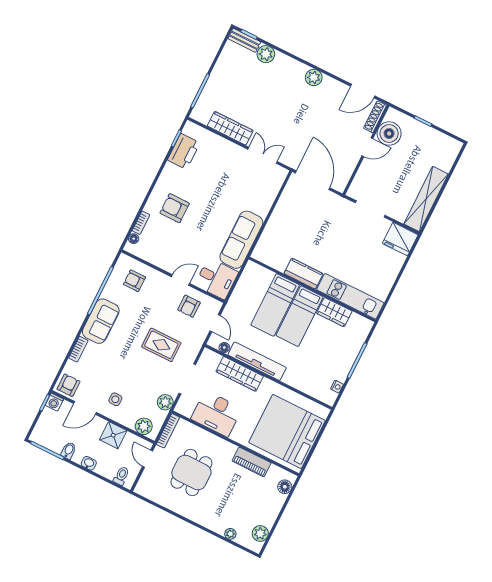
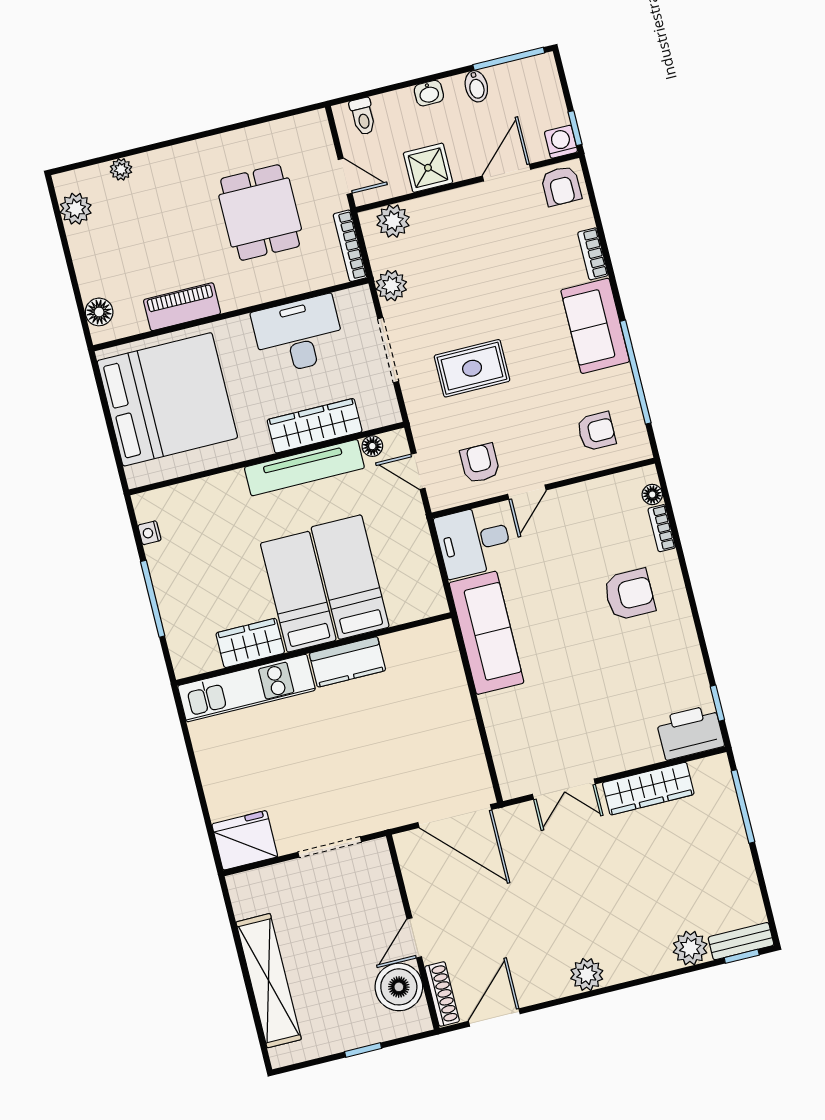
printer: (184, 151) -> (690, 732), moved, turned 90
shelving: (426, 199) -> (269, 981), moved
side table: (115, 399) -> (471, 225), removed

